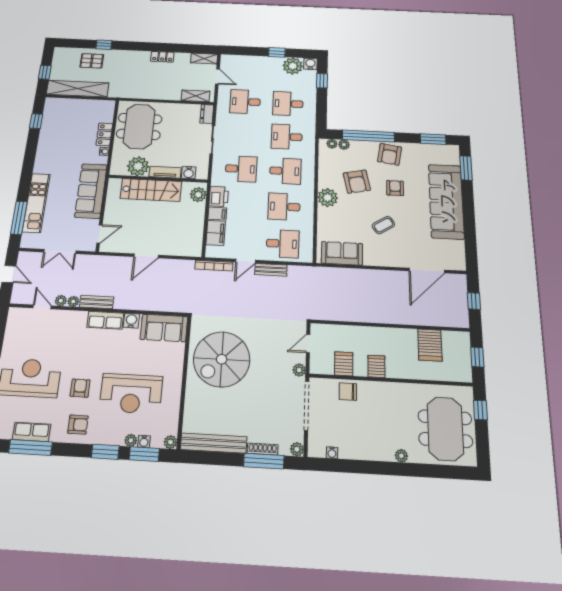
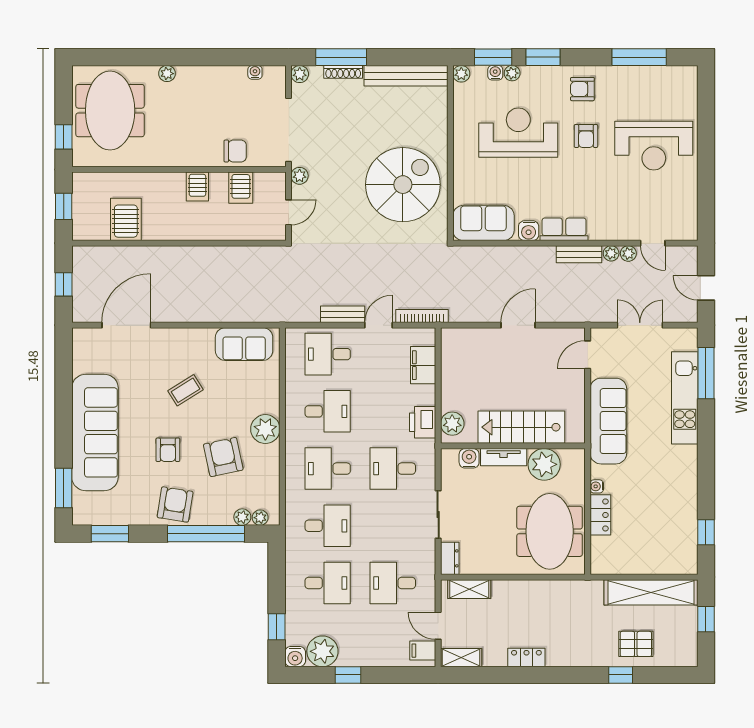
desk: (245, 102) -> (393, 583), turned 180
filing cabinet: (217, 214) -> (423, 651), moved
row of seats: (32, 432) -> (641, 76), removed

